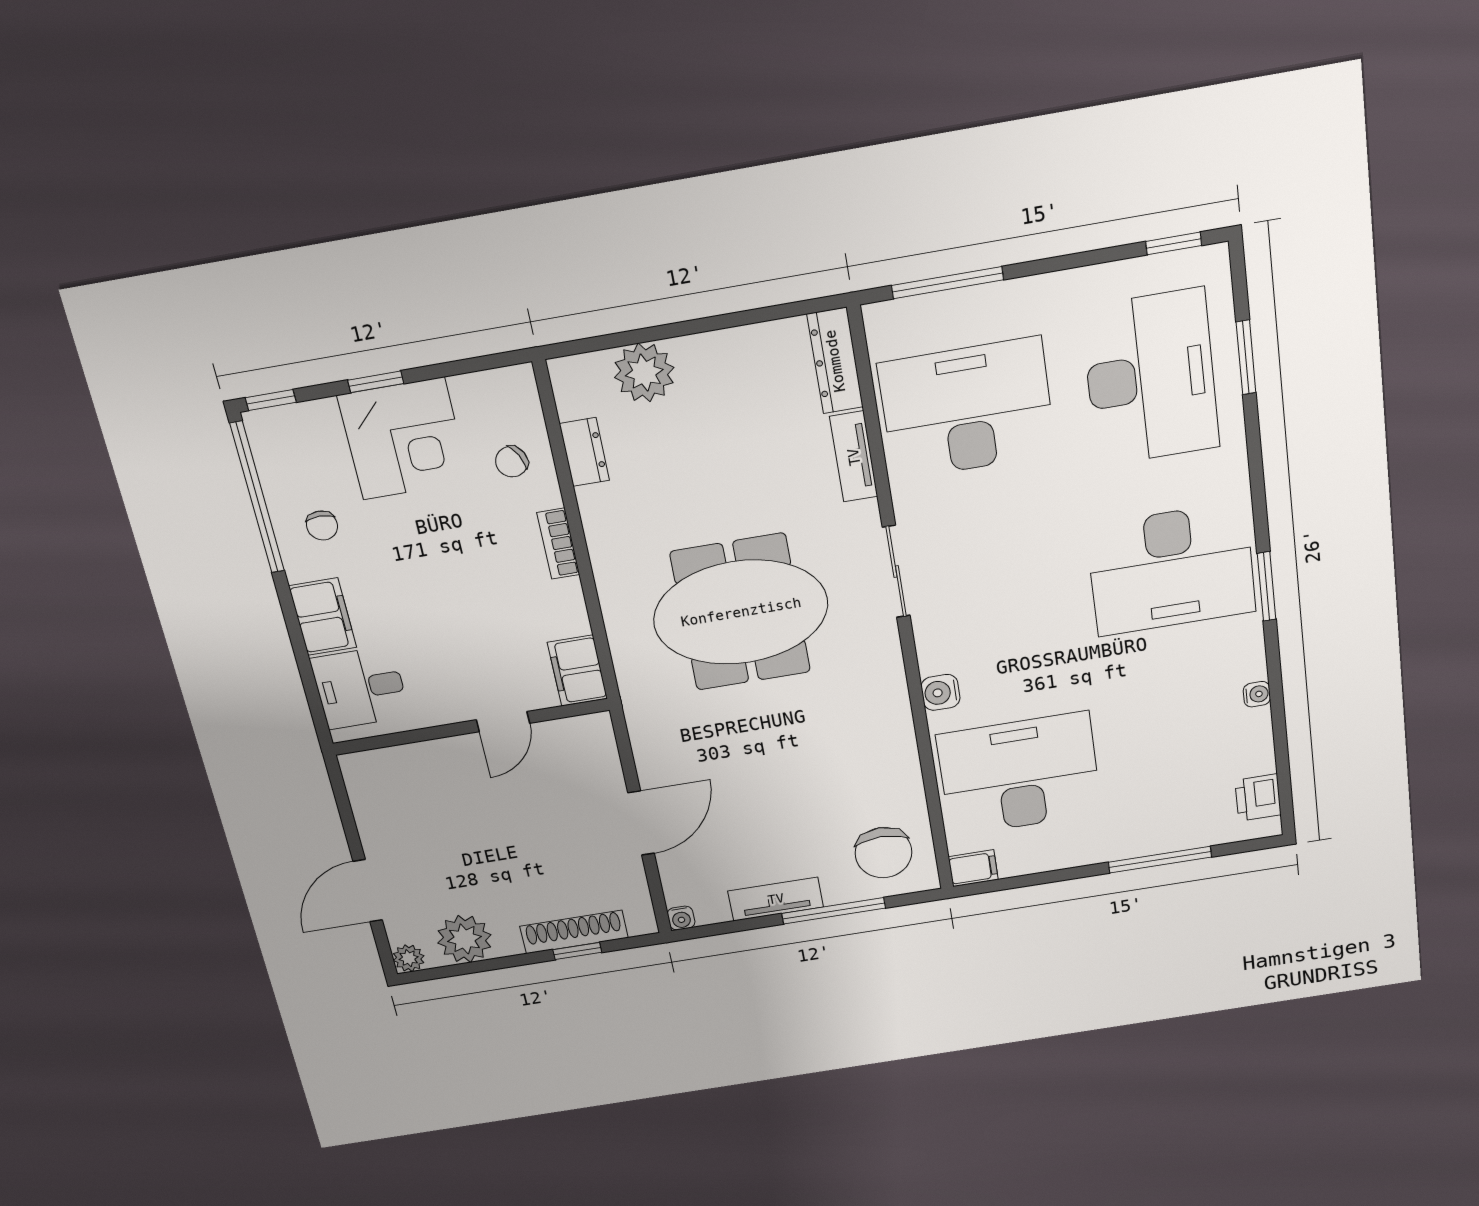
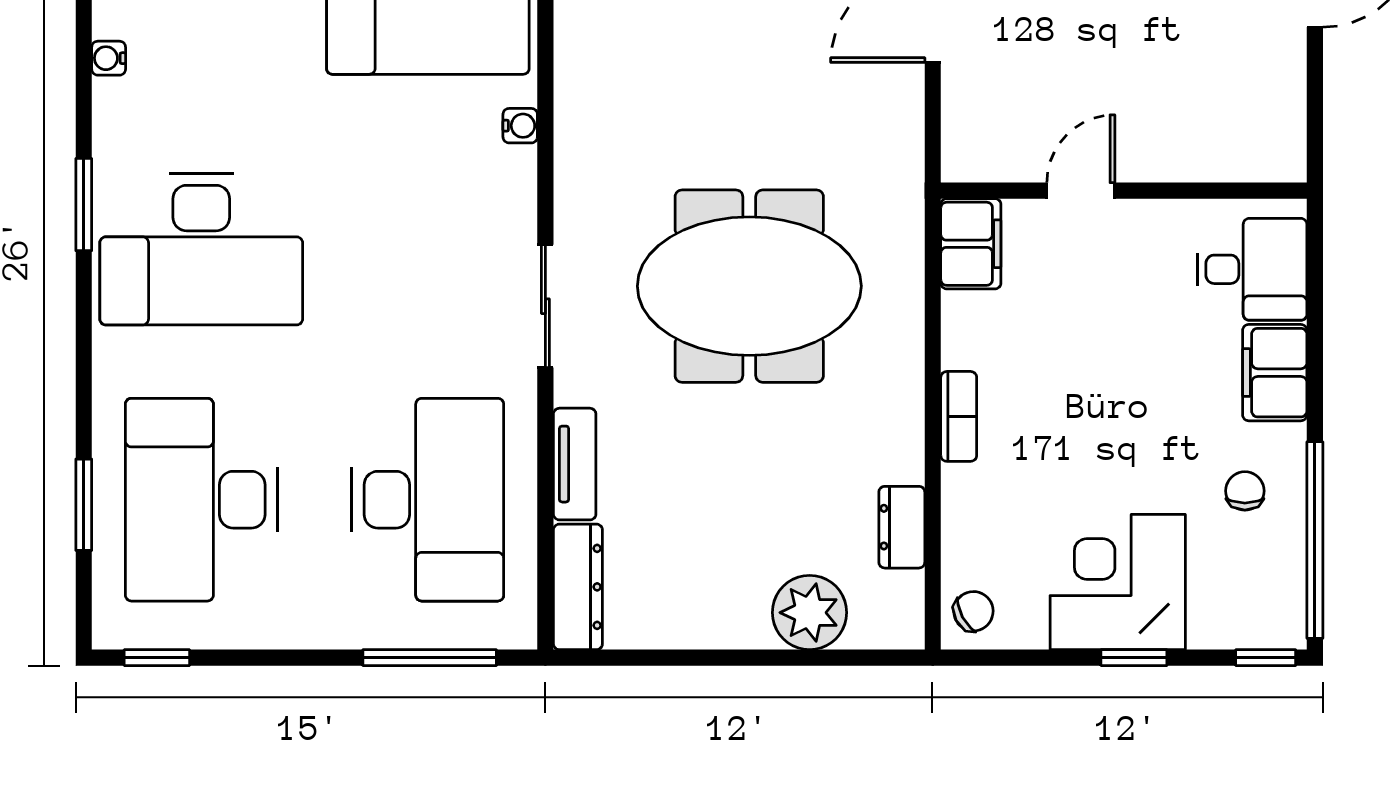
desk: (967, 409) -> (428, 500), turned -90
chair: (512, 462) -> (973, 611), moved
desk: (1171, 569) -> (201, 249), turned 180
water cooler: (941, 692) -> (520, 126), width x0.72, depth x0.72

